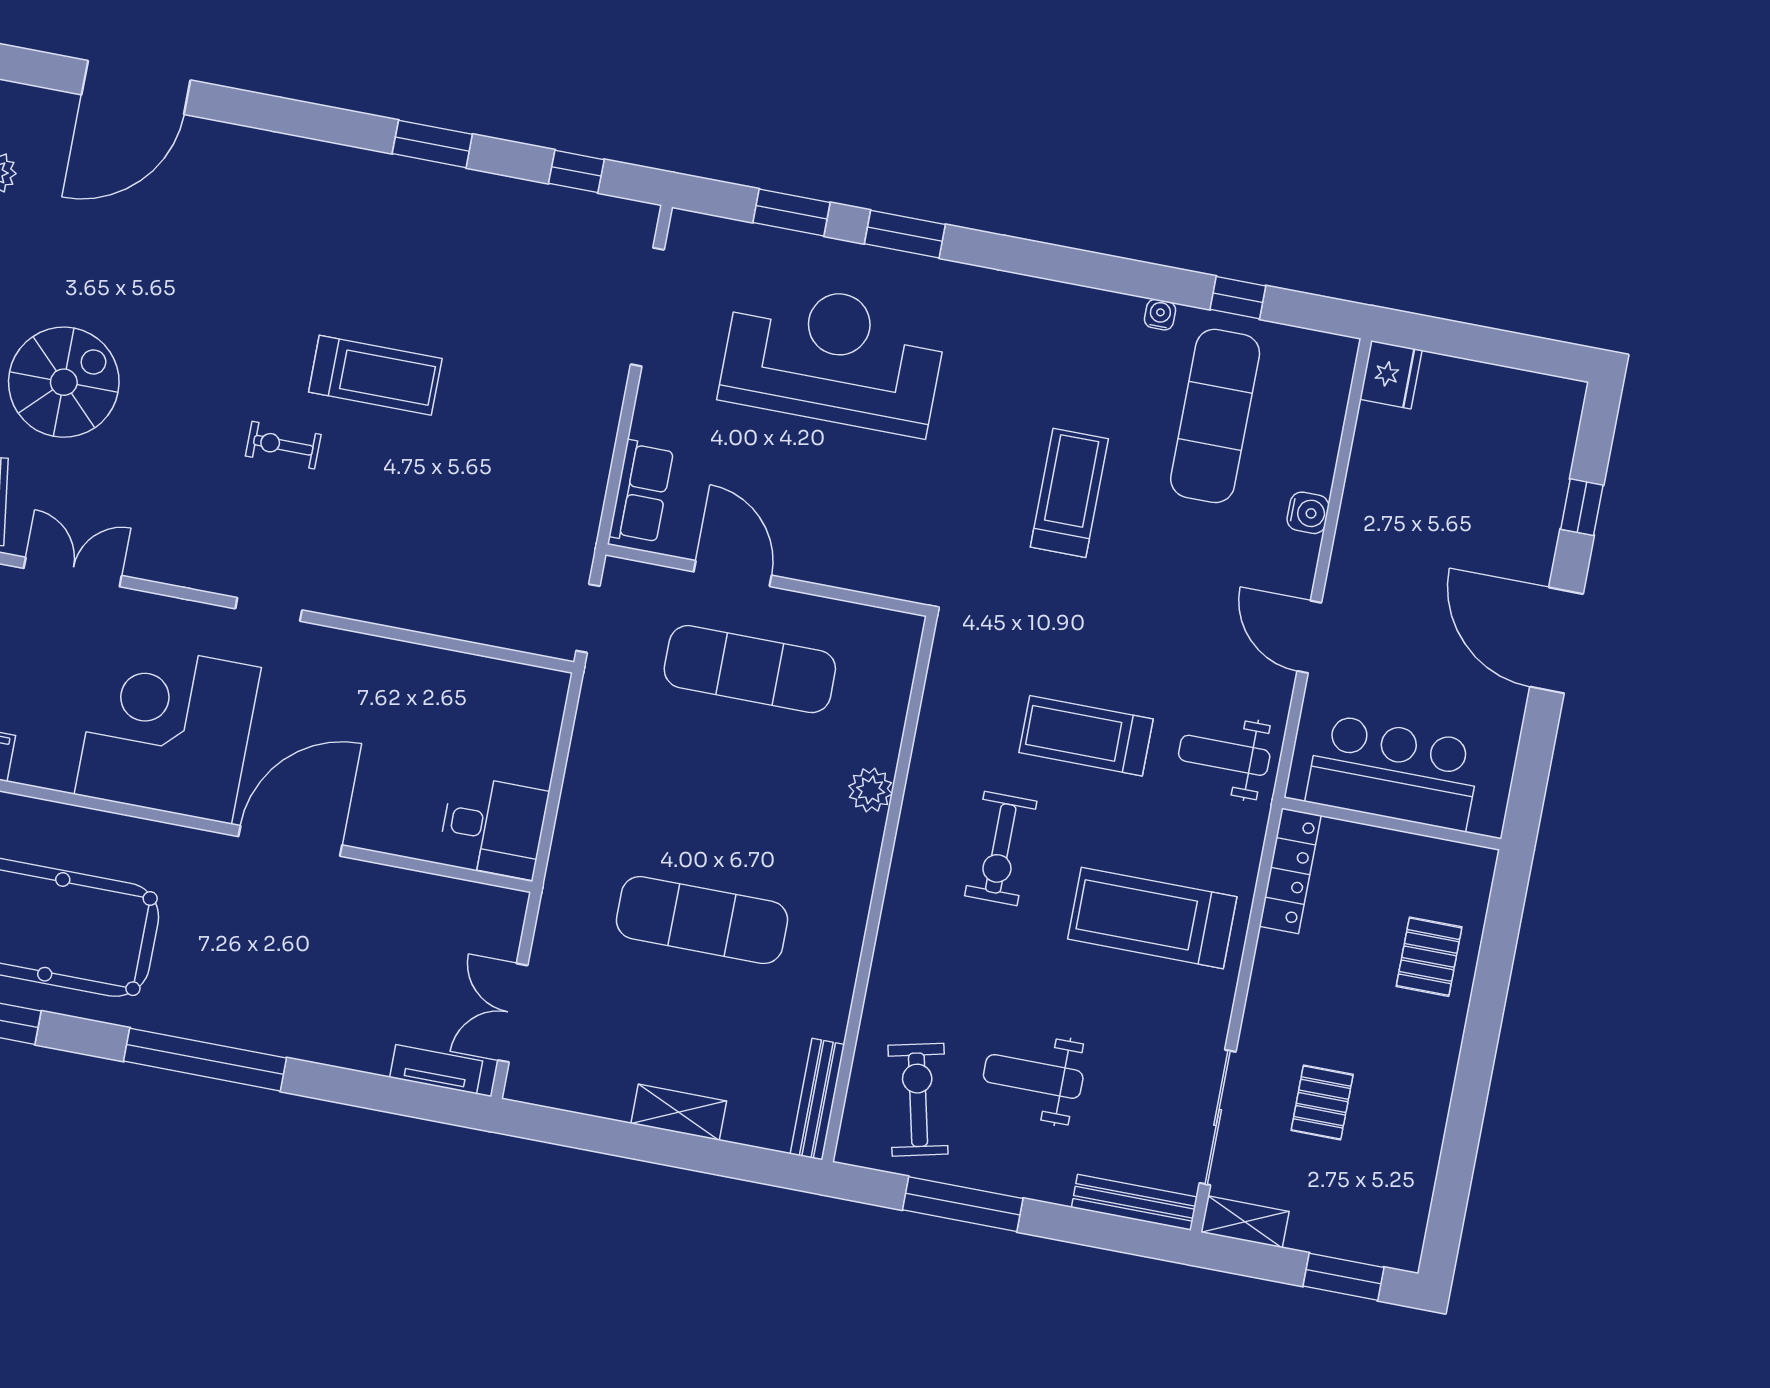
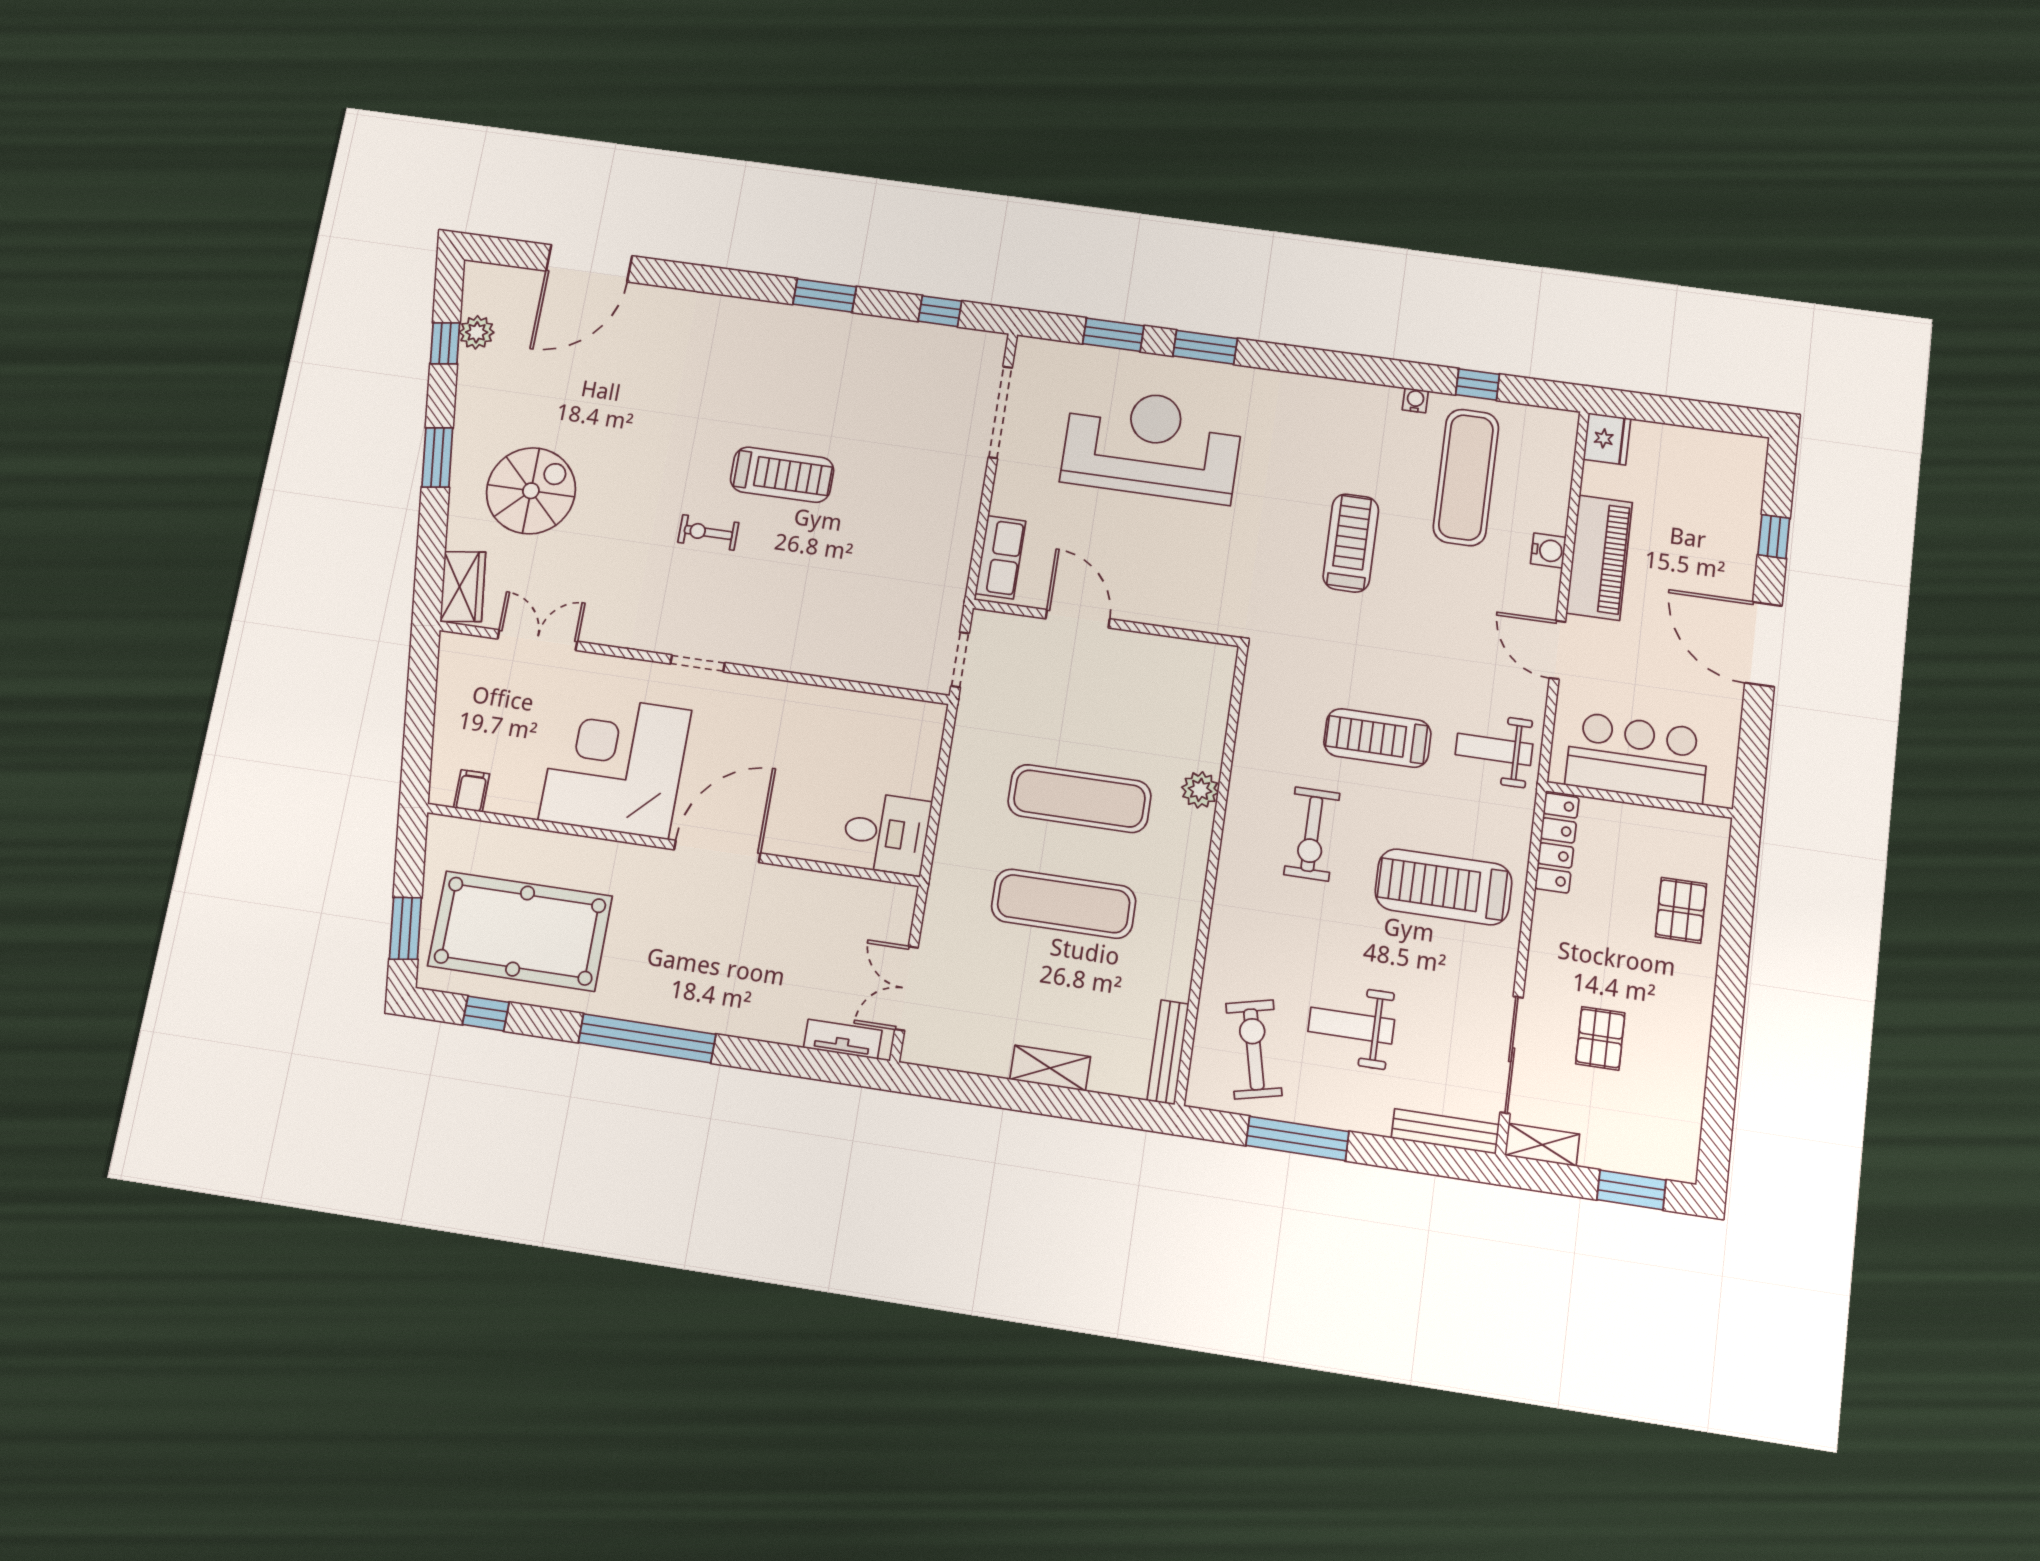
piano: (1369, 524) -> (1599, 558), added
exercise mat: (750, 669) -> (1079, 799), moved

